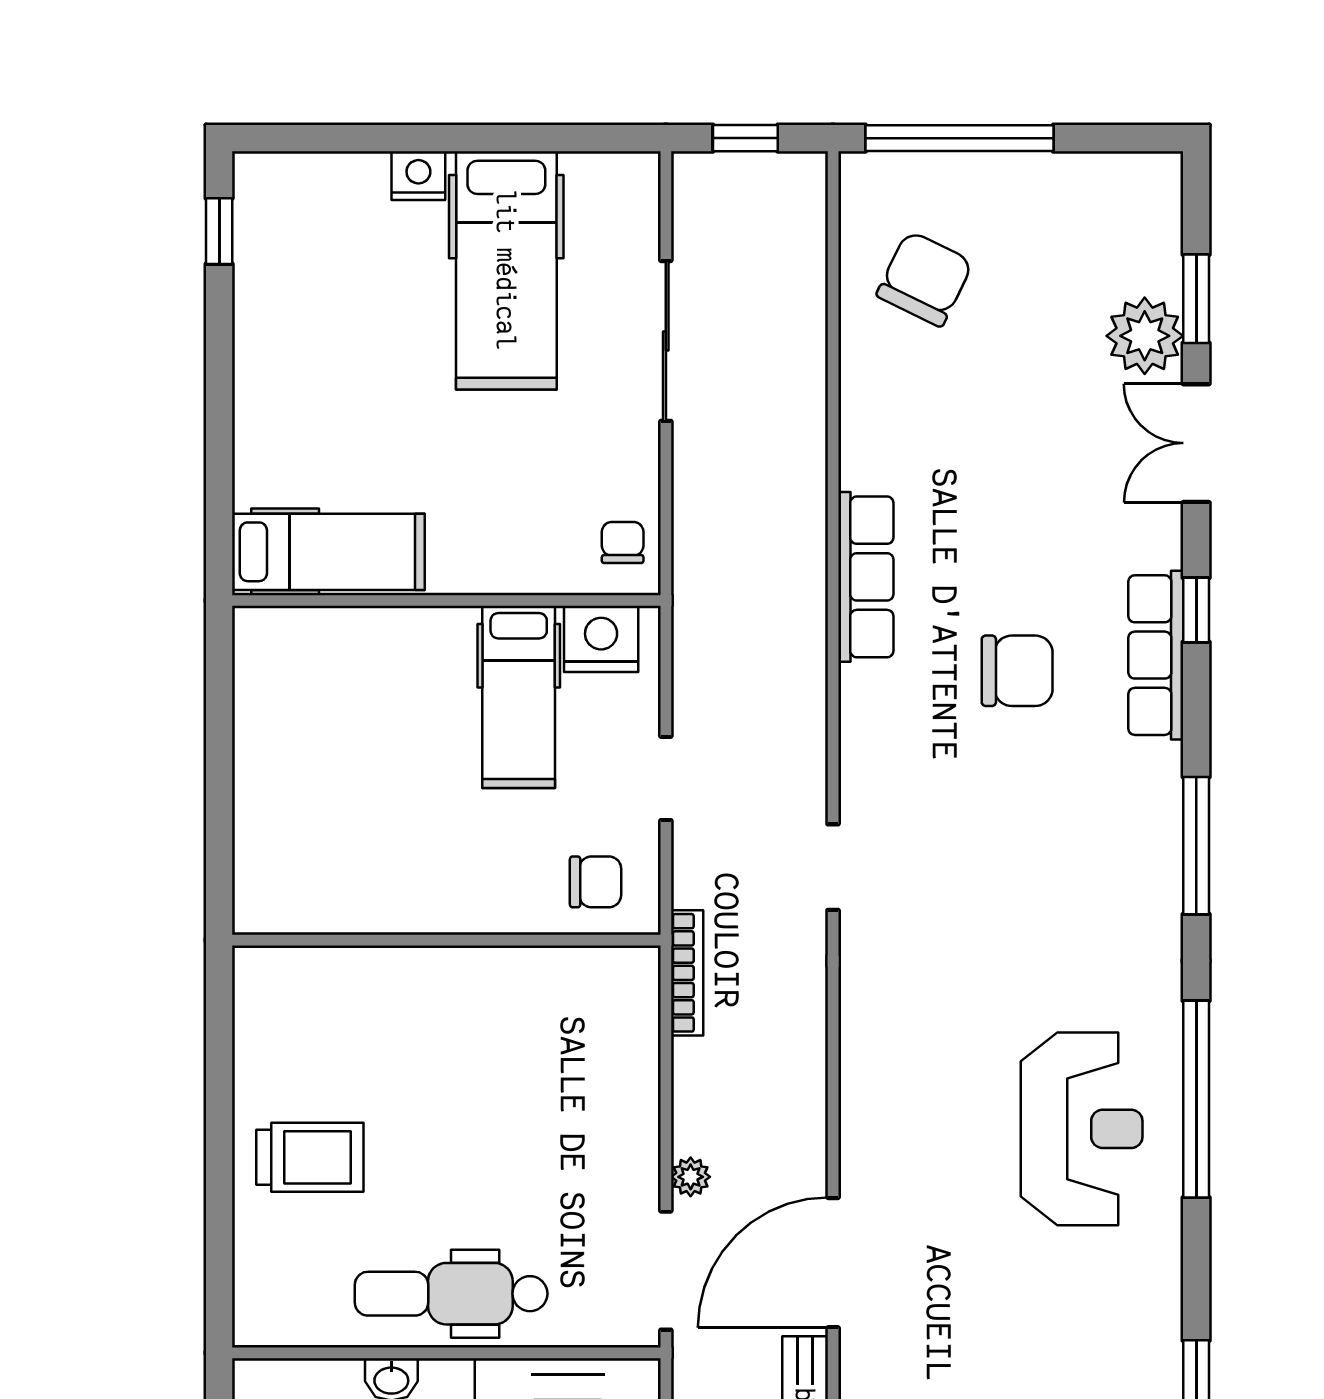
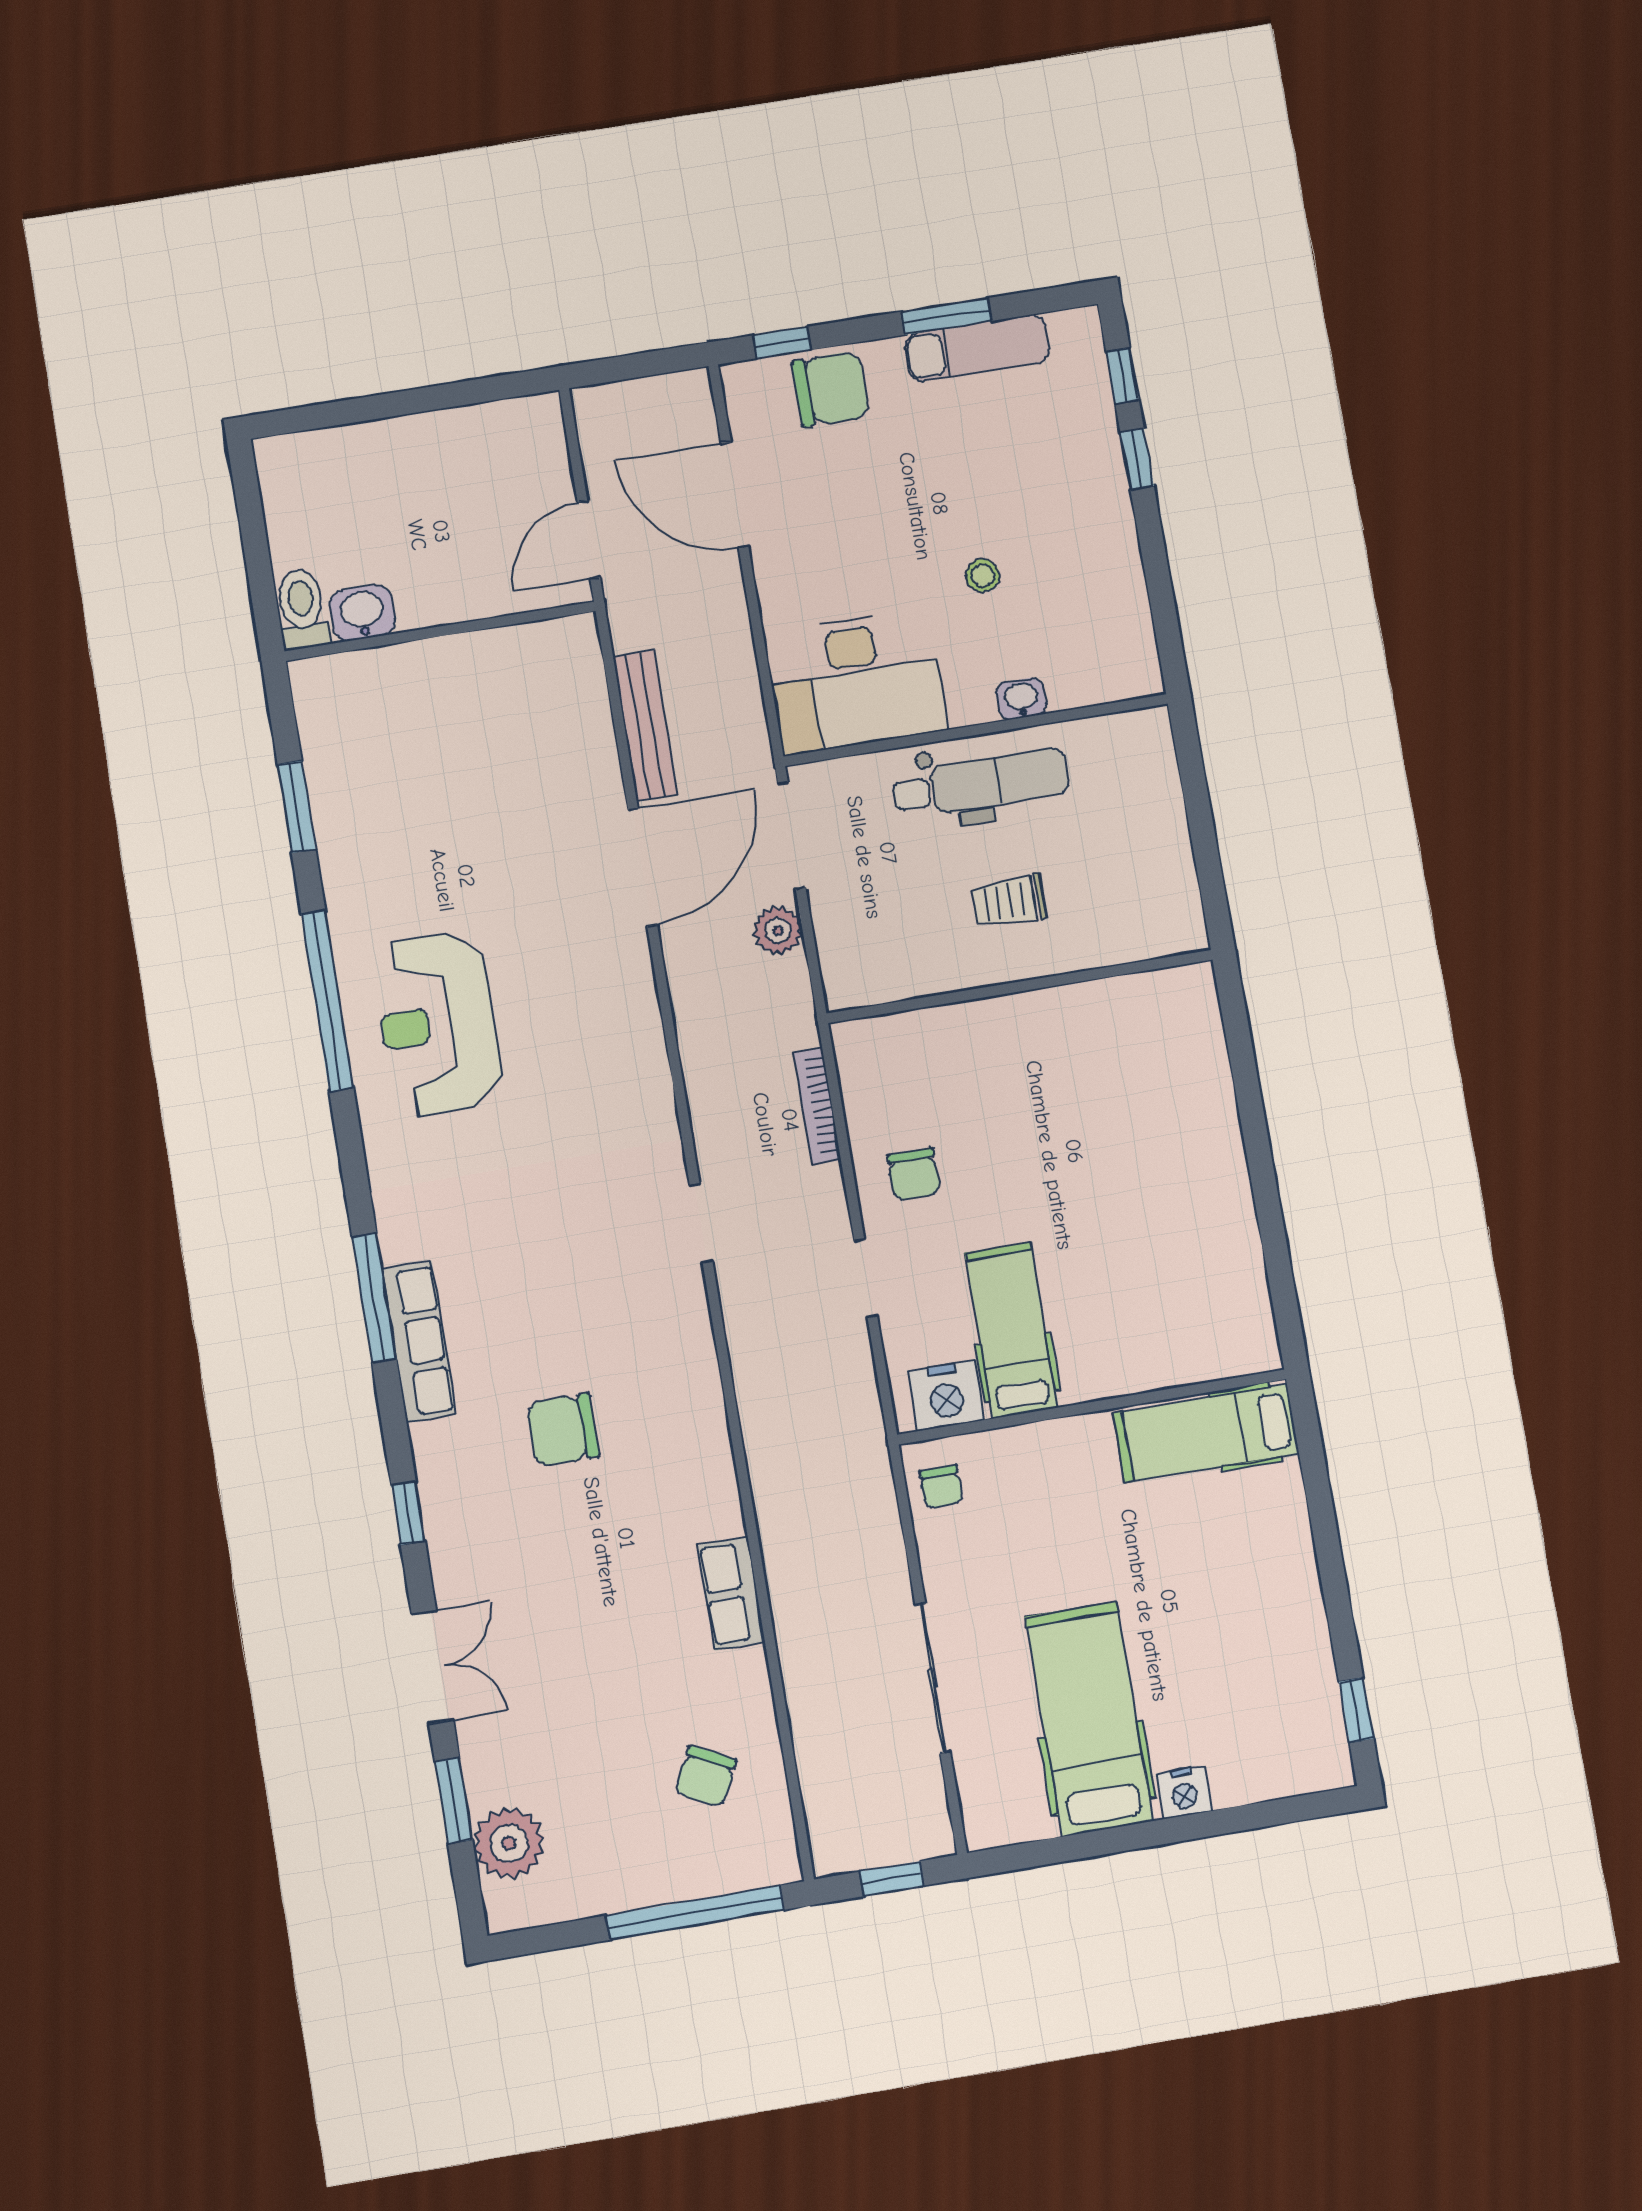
chair: (925, 279) -> (706, 1777), width x0.73, depth x0.73
plant: (1145, 336) -> (509, 1843), moved
row of seats: (866, 577) -> (731, 1594), moved, width x0.68
row of seats: (1156, 655) -> (419, 1342), moved
chair: (596, 882) -> (914, 1174), turned -90
wall: (446, 940) -> (1020, 987), moved
window: (1196, 1099) -> (327, 1001), moved
trolley: (310, 1157) -> (1009, 901), moved, width x0.73, depth x0.72
plant: (691, 1177) -> (778, 930), width x1.38, depth x1.38

